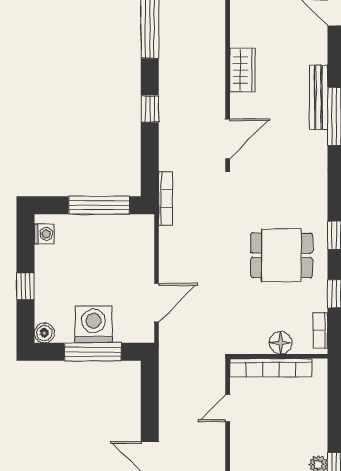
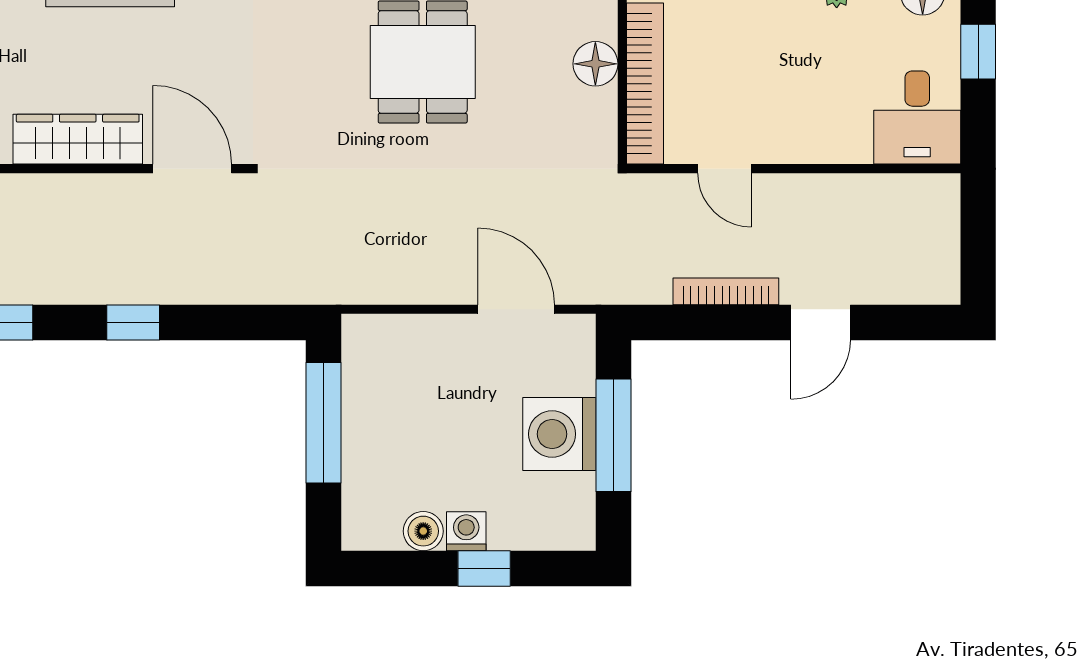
wardrobe: (242, 70) -> (78, 139), width x1.50
bookcase: (166, 198) -> (726, 291), moved
washing machine: (44, 234) -> (466, 531), moved
boiler: (44, 333) -> (423, 531), moved

